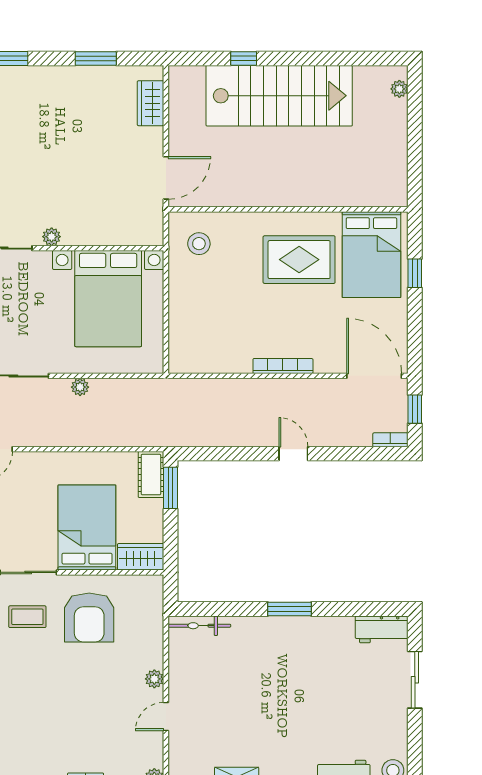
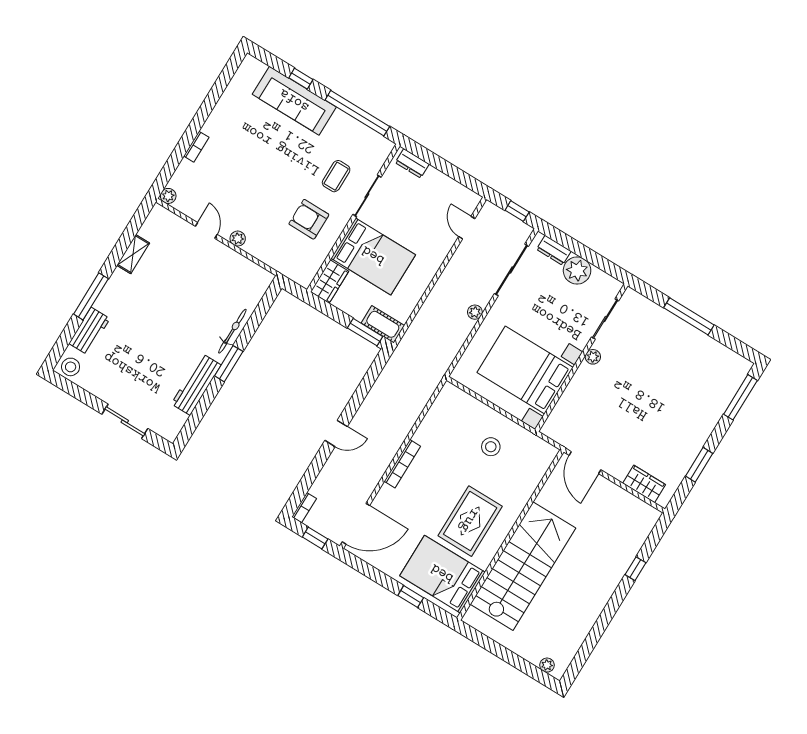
stairs: (279, 96) -> (523, 566), moved, turned 180
stool: (199, 244) -> (491, 447), moved
armchair: (89, 617) -> (309, 219), width x0.73, depth x0.73
bicycle: (199, 626) -> (232, 331), moved
workbench: (382, 629) -> (196, 384), moved, width x1.38

